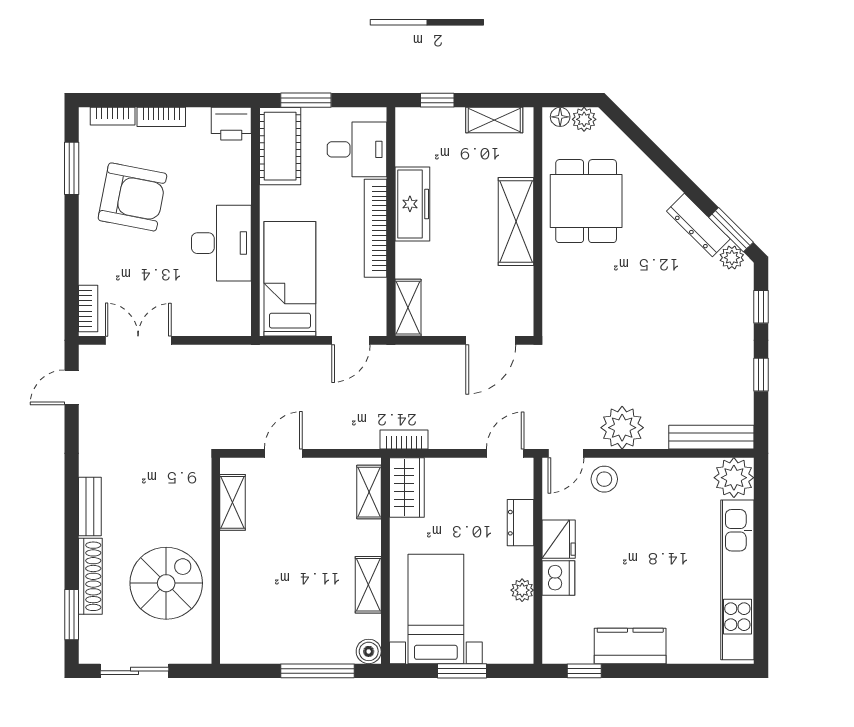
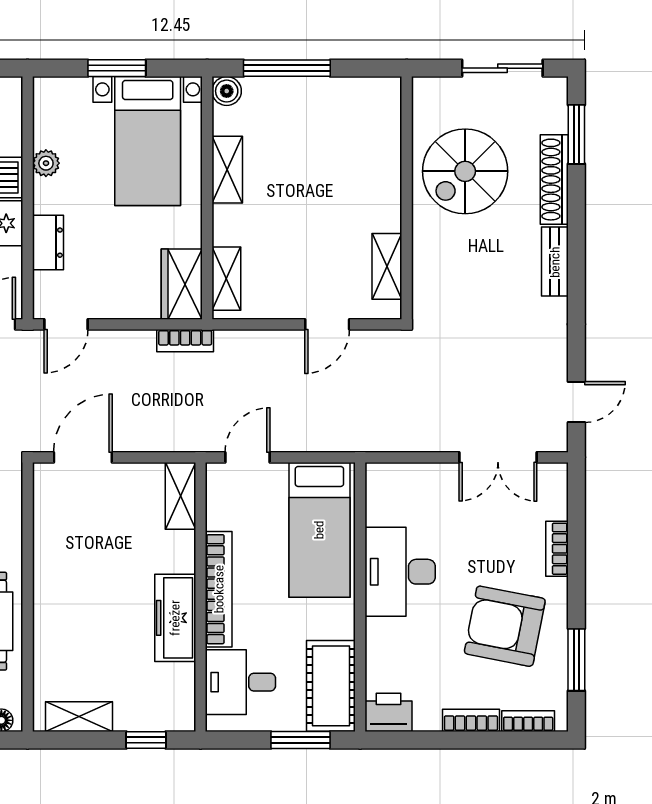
shelving: (516, 221) -> (53, 597), removed
bookcase: (88, 308) -> (557, 549), moved

